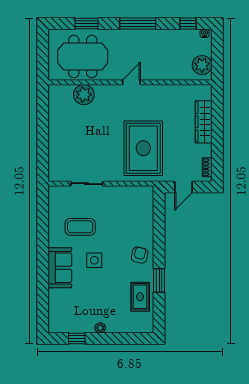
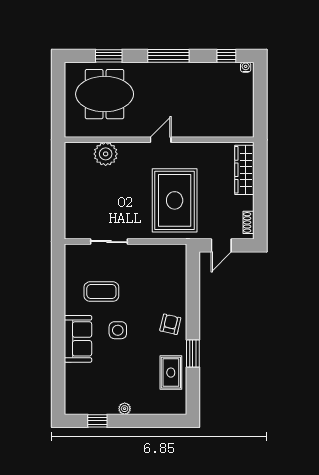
plant: (202, 65) -> (243, 104), removed
wall: (130, 82) -> (159, 140), moved
door: (131, 82) -> (161, 140), moved
plant: (84, 95) -> (106, 154), moved

